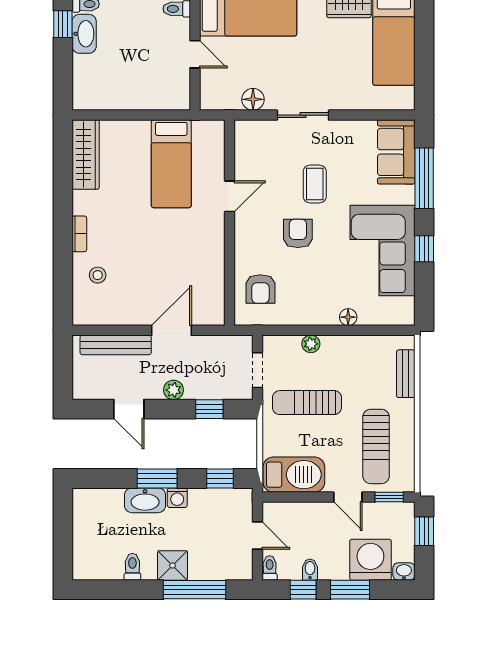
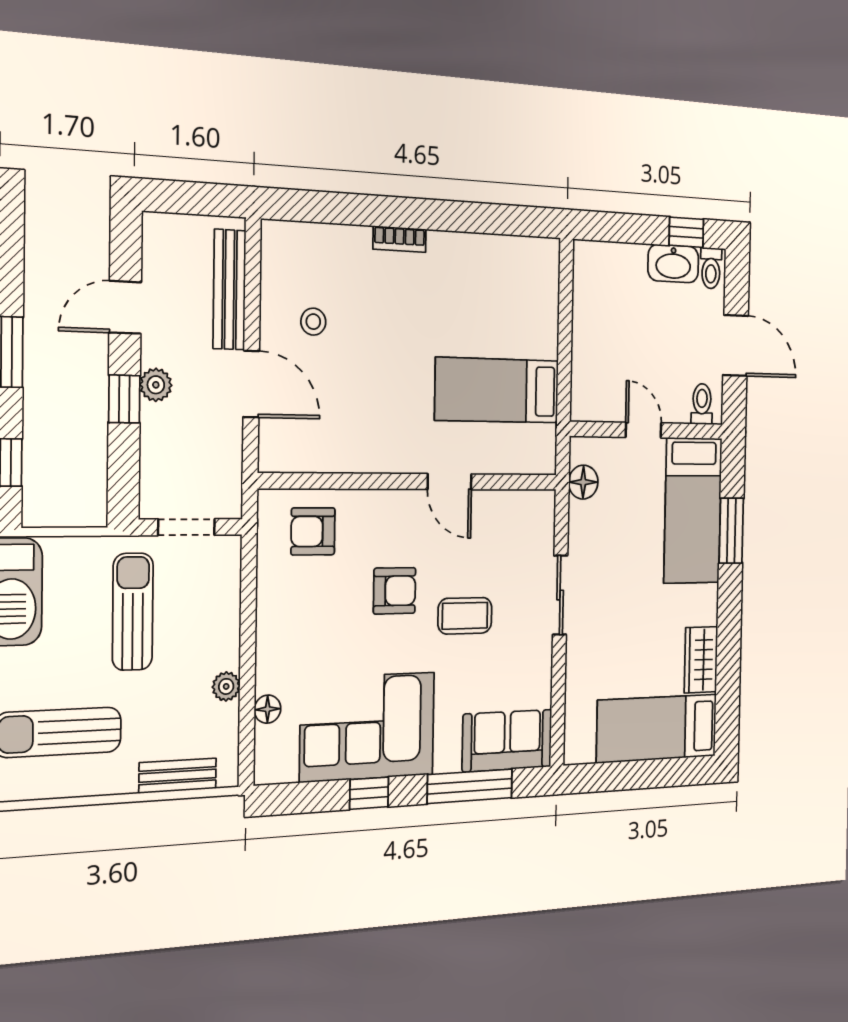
door: (195, 54) -> (644, 430), swing flipped
floor lamp: (253, 99) -> (583, 482), moved
wardrobe: (86, 155) -> (512, 256), removed
stool: (98, 275) -> (313, 322), moved
floor lamp: (348, 317) -> (268, 709), moved
plant: (311, 344) -> (226, 686), moved
window: (209, 409) -> (124, 399), moved

